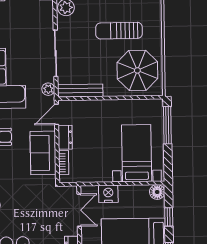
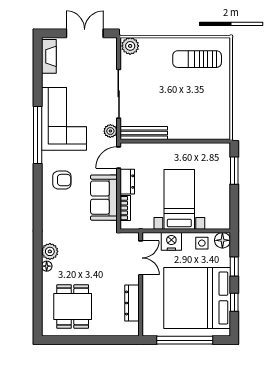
sun lounger: (119, 31) -> (197, 59), moved
parasol: (137, 70) -> (204, 113), removed
window: (167, 125) -> (234, 171), width x0.69
bed with nightstands: (137, 153) -> (179, 199), moved
side table: (137, 195) -> (202, 243), added

